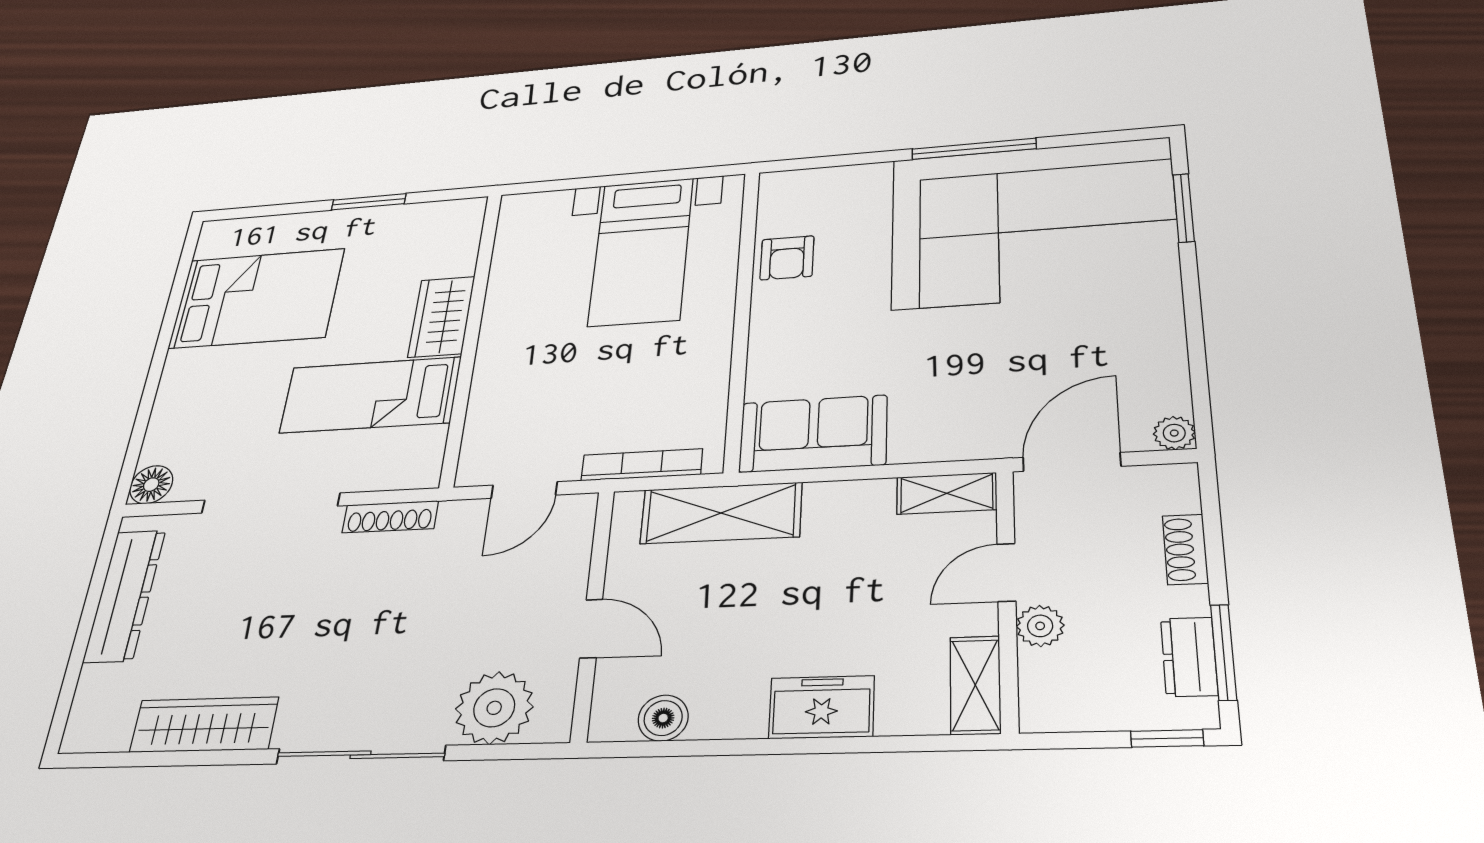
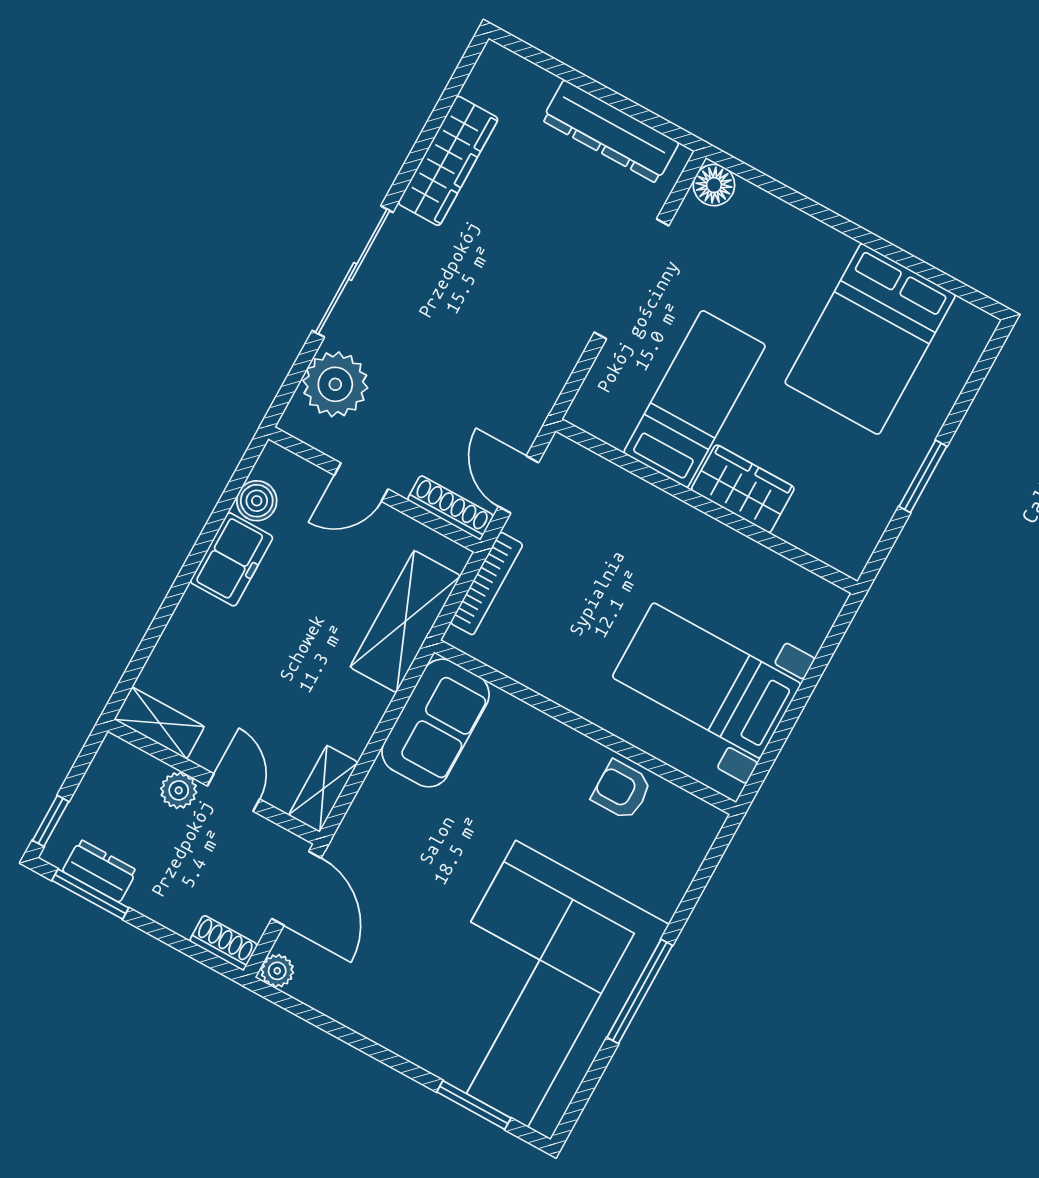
shoe rack: (390, 517) -> (450, 508), moved, turned 90
shoe rack: (1185, 549) -> (224, 943), moved
freezer: (821, 707) -> (232, 559), moved

